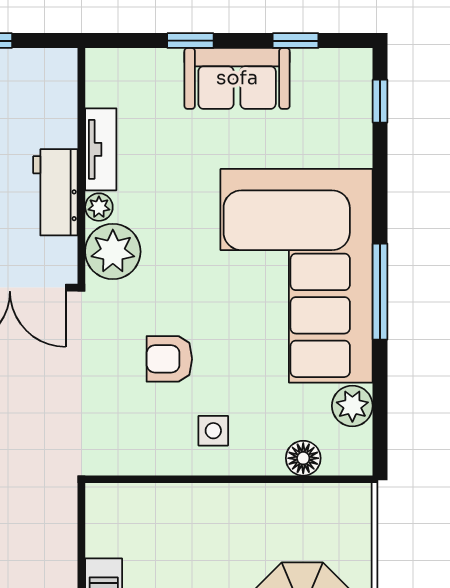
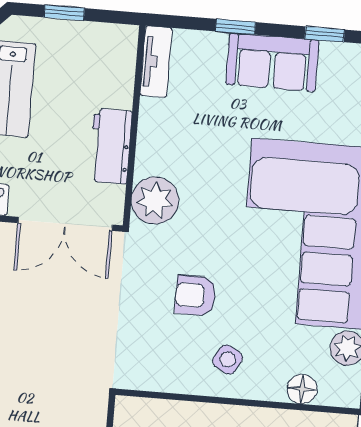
tv unit: (101, 149) -> (156, 62), moved
plant: (99, 207) -> (146, 162), removed
side table: (213, 431) -> (228, 359), turned 31

